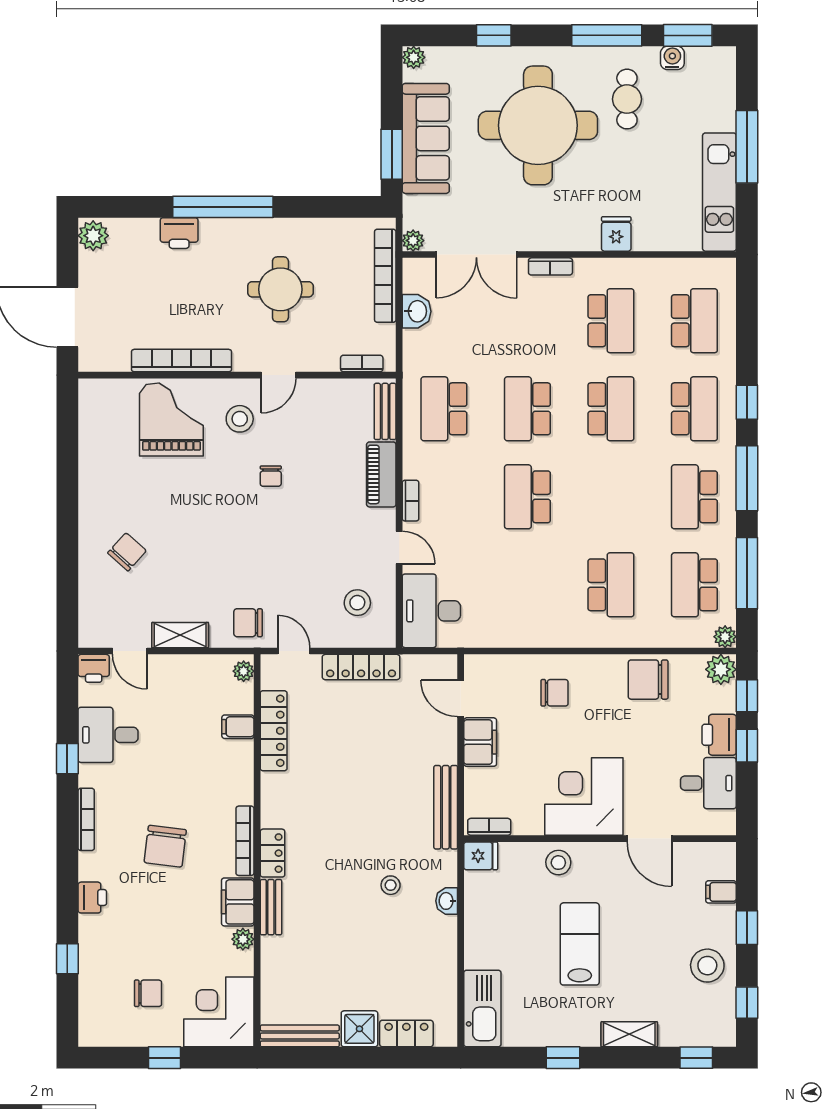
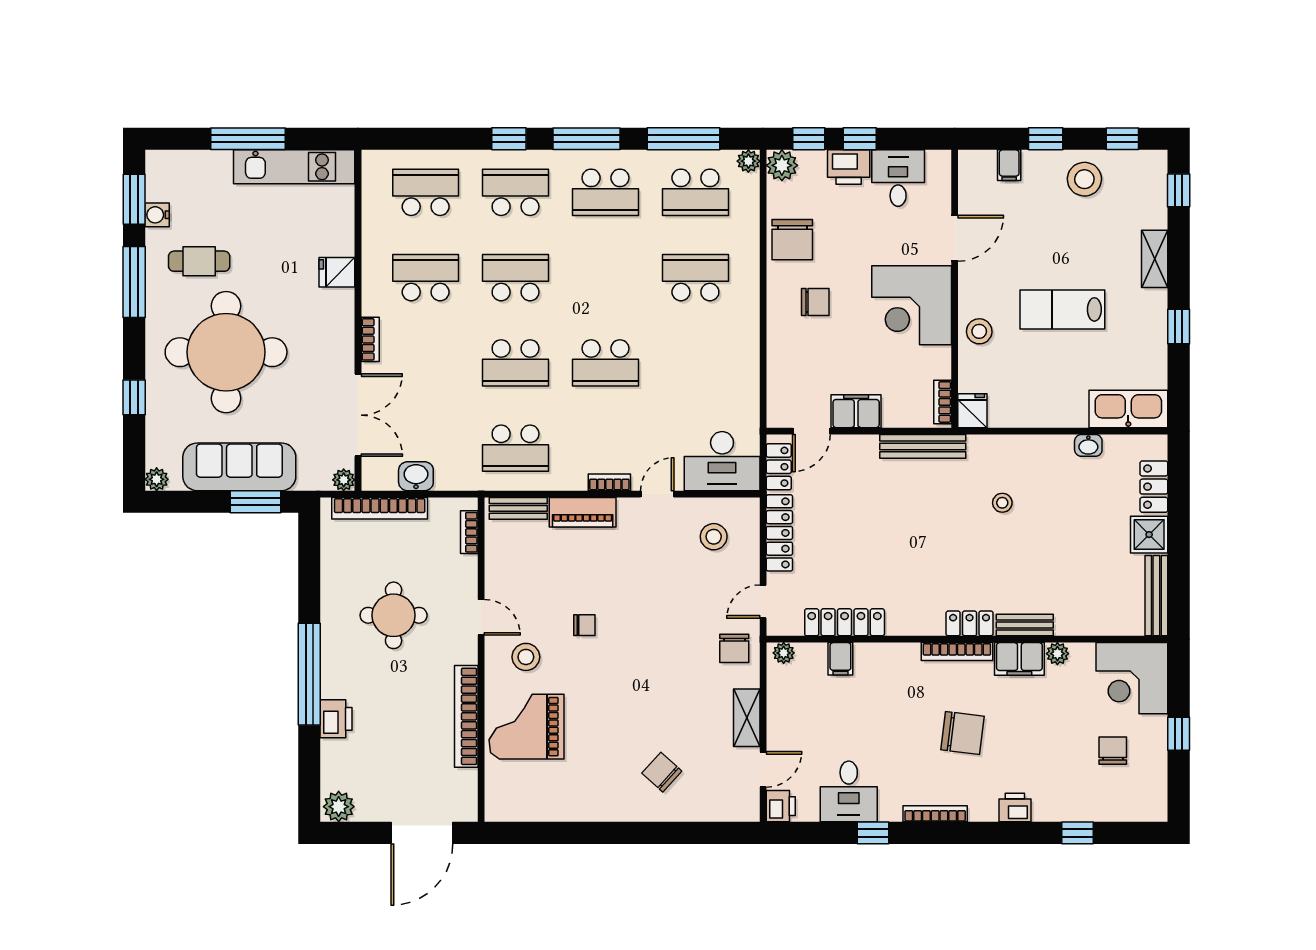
locker: (426, 666) -> (779, 467), added
chair: (555, 693) -> (815, 302), moved, turned 90
washbasin: (447, 901) -> (1088, 445), moved

